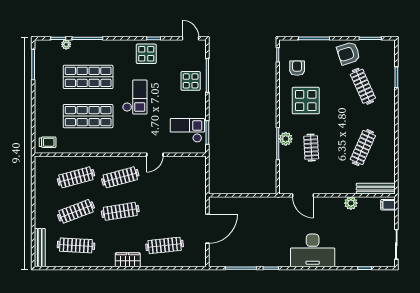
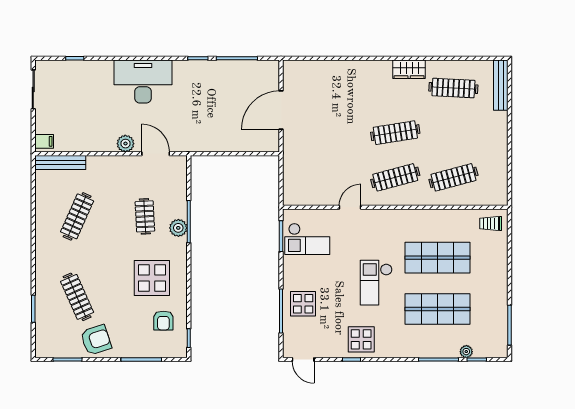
plant: (351, 203) -> (125, 144), moved
clothes rail: (76, 211) -> (453, 133), removed
clothes rail: (165, 245) -> (337, 88), removed
wardrobe: (128, 260) -> (409, 69), moved

